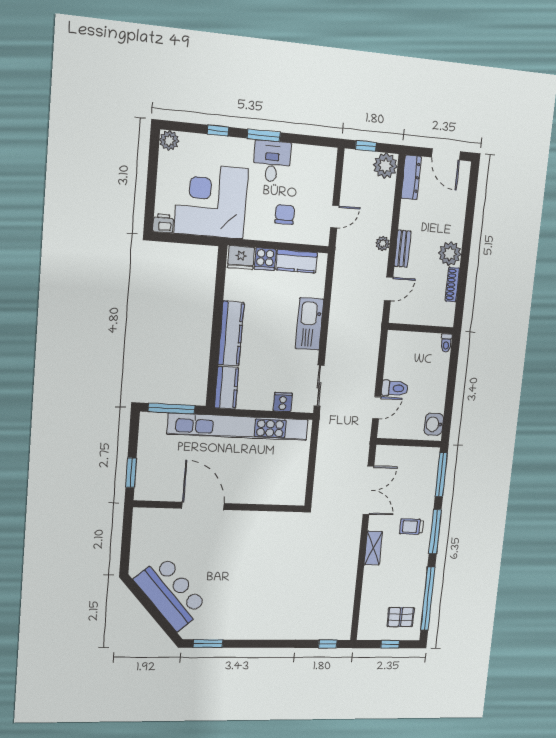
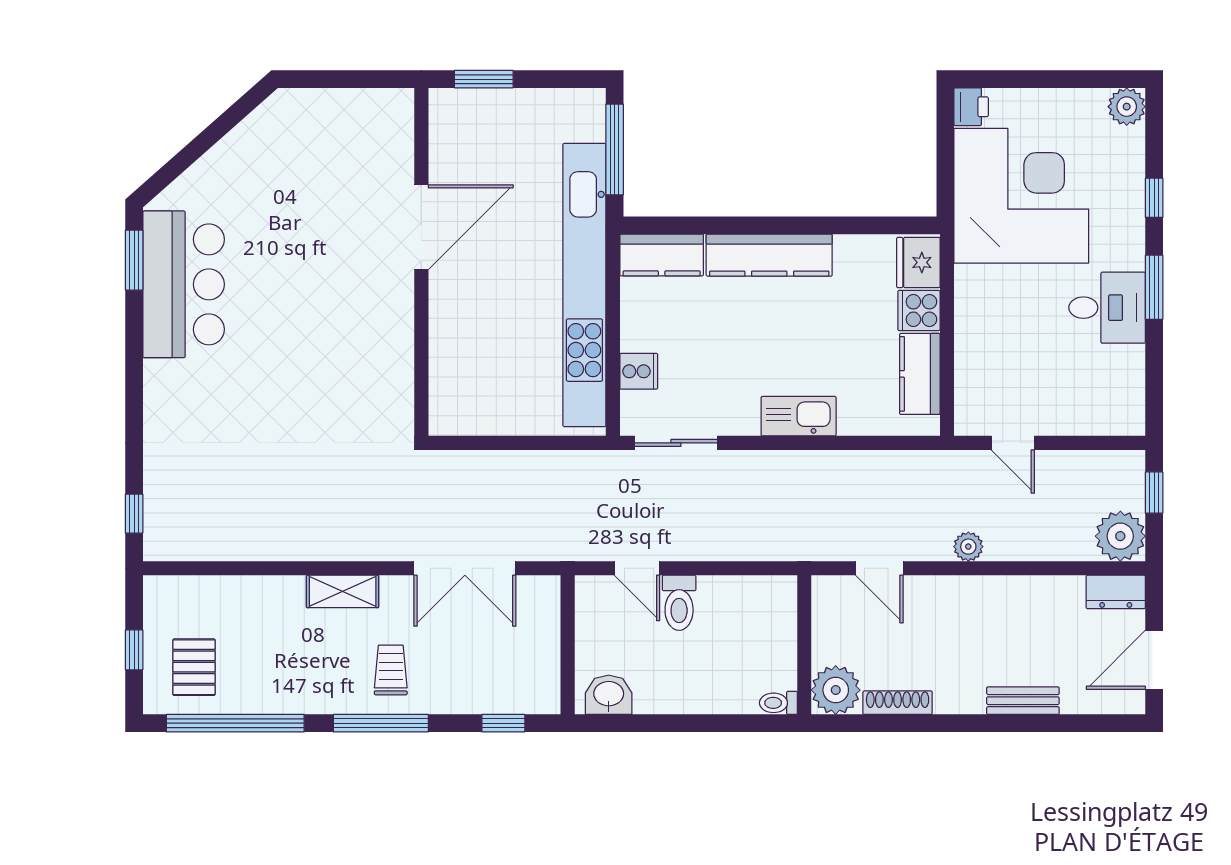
dresser: (411, 177) -> (1116, 592), width x0.70
chair: (285, 214) -> (1008, 342), removed
bench: (403, 249) -> (1023, 701), moved
plant: (450, 254) -> (836, 690), moved
kitchen sink: (309, 324) -> (799, 416), width x0.73, depth x0.81
window: (441, 475) -> (503, 723), width x0.46
bar counter: (171, 593) -> (184, 284), moved, turned -49

